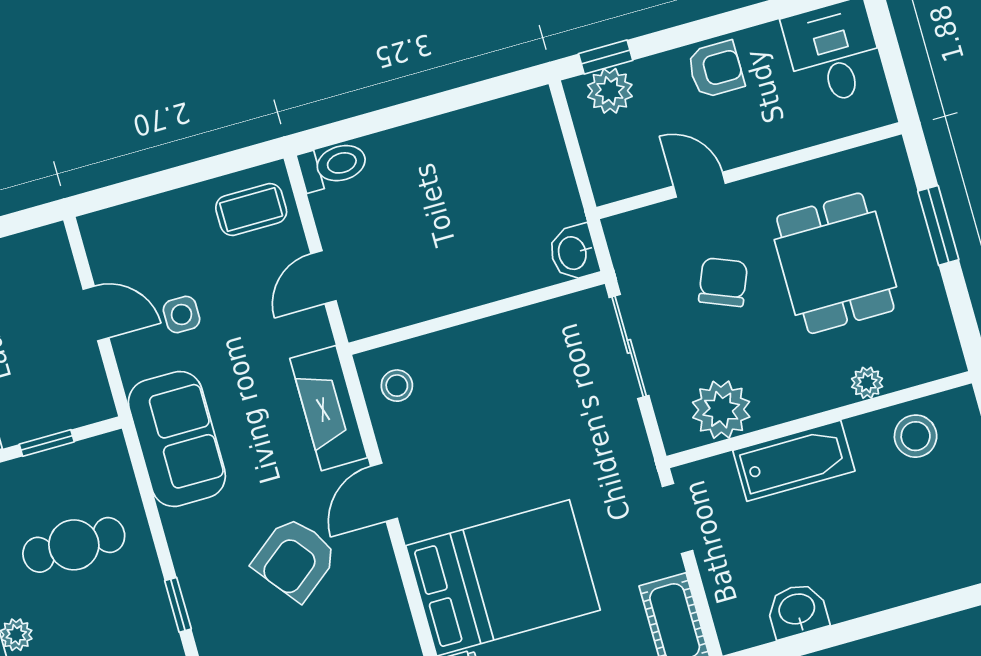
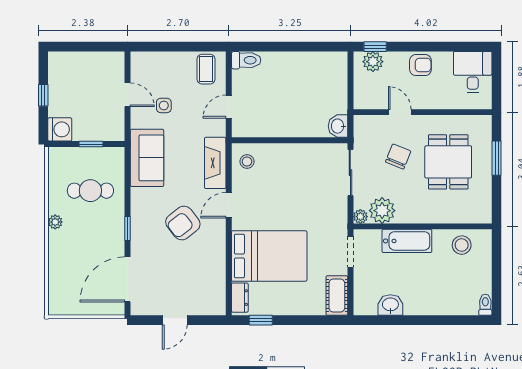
coffee table: (251, 209) -> (206, 69), turned 90
plant: (867, 383) -> (360, 217), moved

